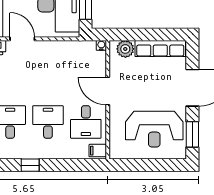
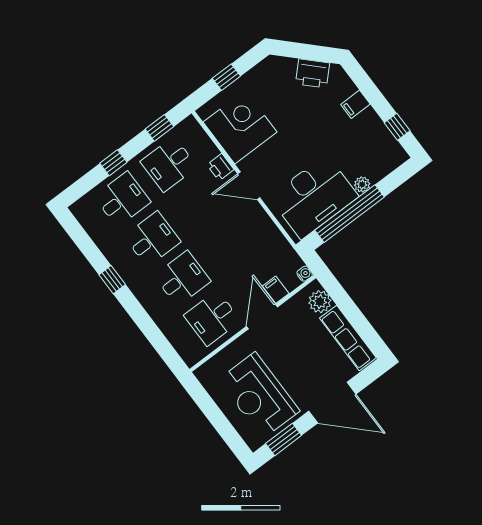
door: (22, 39) -> (249, 186), swing flipped
filing cabinet: (98, 151) -> (276, 290), moved
window: (30, 165) -> (112, 280), moved

